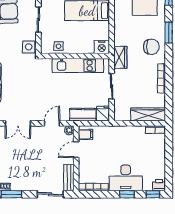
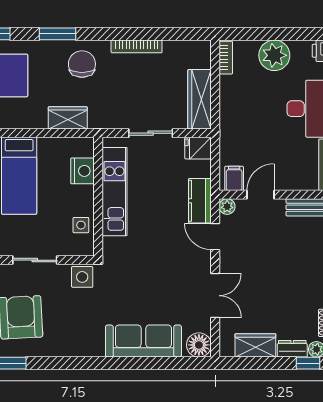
nightstand: (102, 47) -> (82, 171), moved
wardrobe: (120, 57) -> (68, 118), moved
wardrobe: (148, 114) -> (200, 99), moved
kitchen counter: (83, 115) -> (200, 201), moved
door: (76, 150) -> (261, 195), swing flipped
plant: (156, 158) -> (274, 55), added

